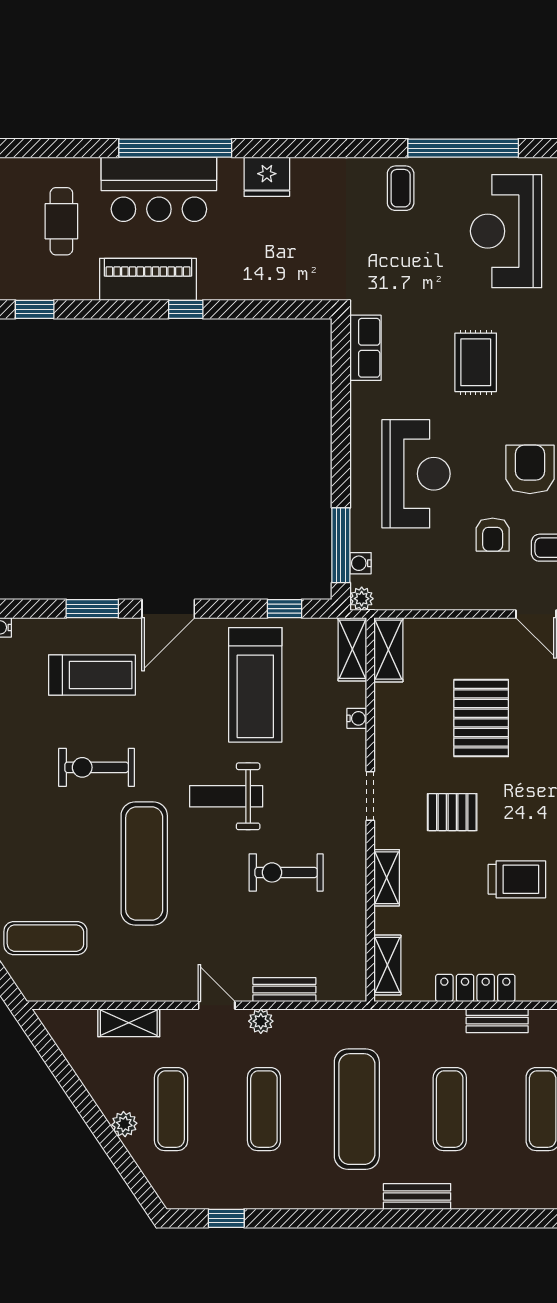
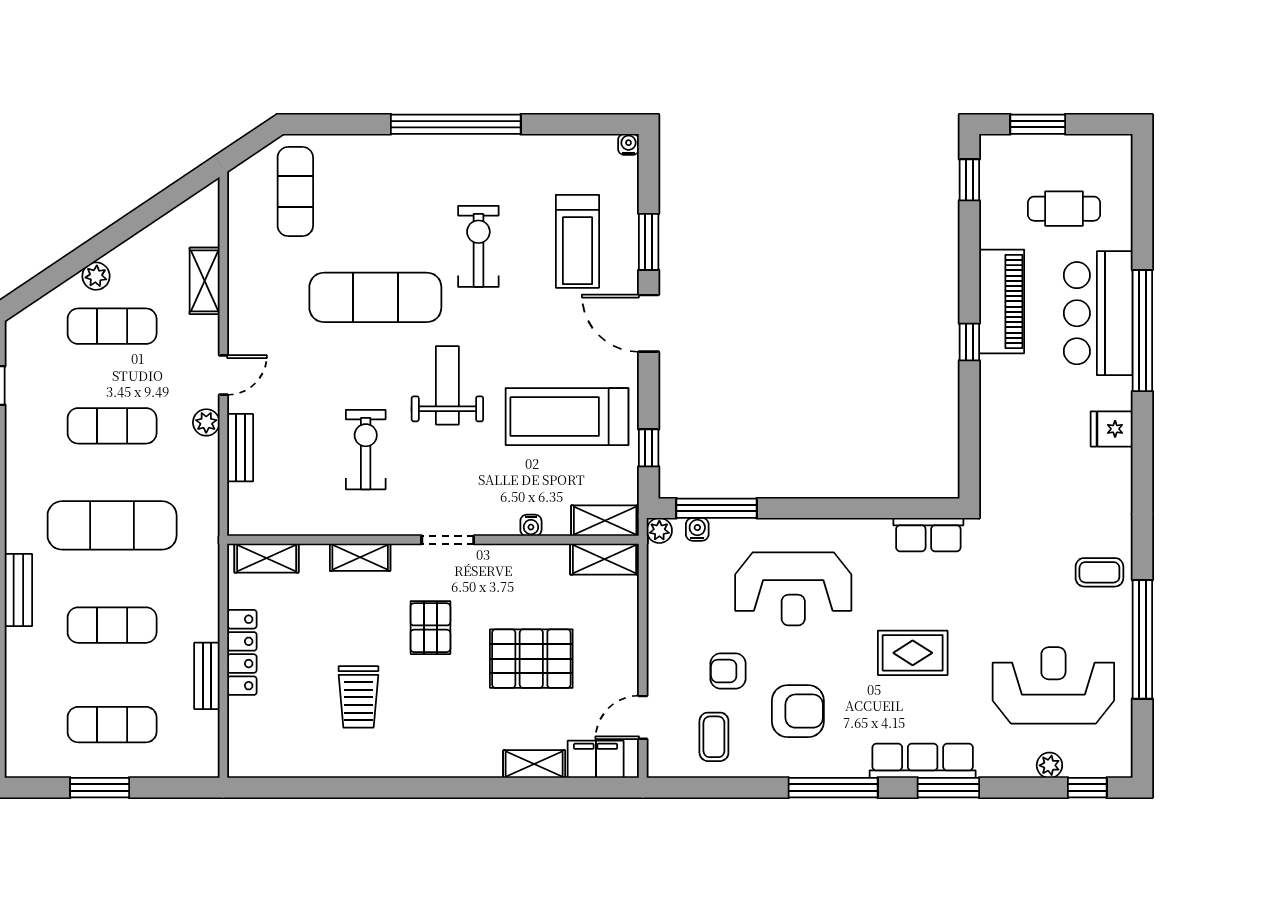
fridge: (267, 177) -> (1112, 429), width x0.72

